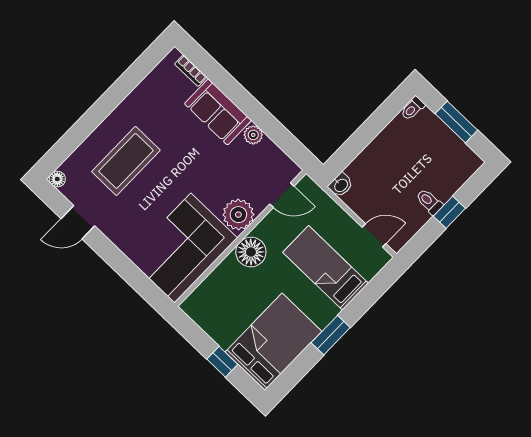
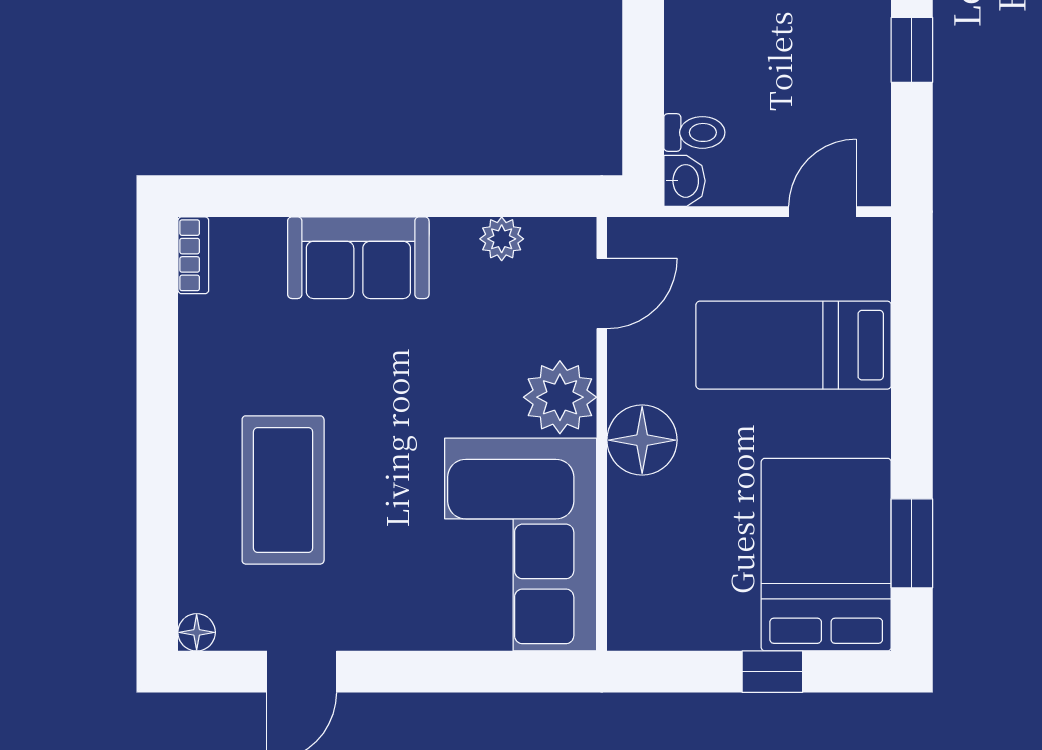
bookcase: (191, 71) -> (193, 255), moved, turned -90
plant: (253, 135) -> (502, 239), moved
toilet: (429, 202) -> (694, 132), moved, turned 180
window: (331, 335) -> (912, 543), moved

